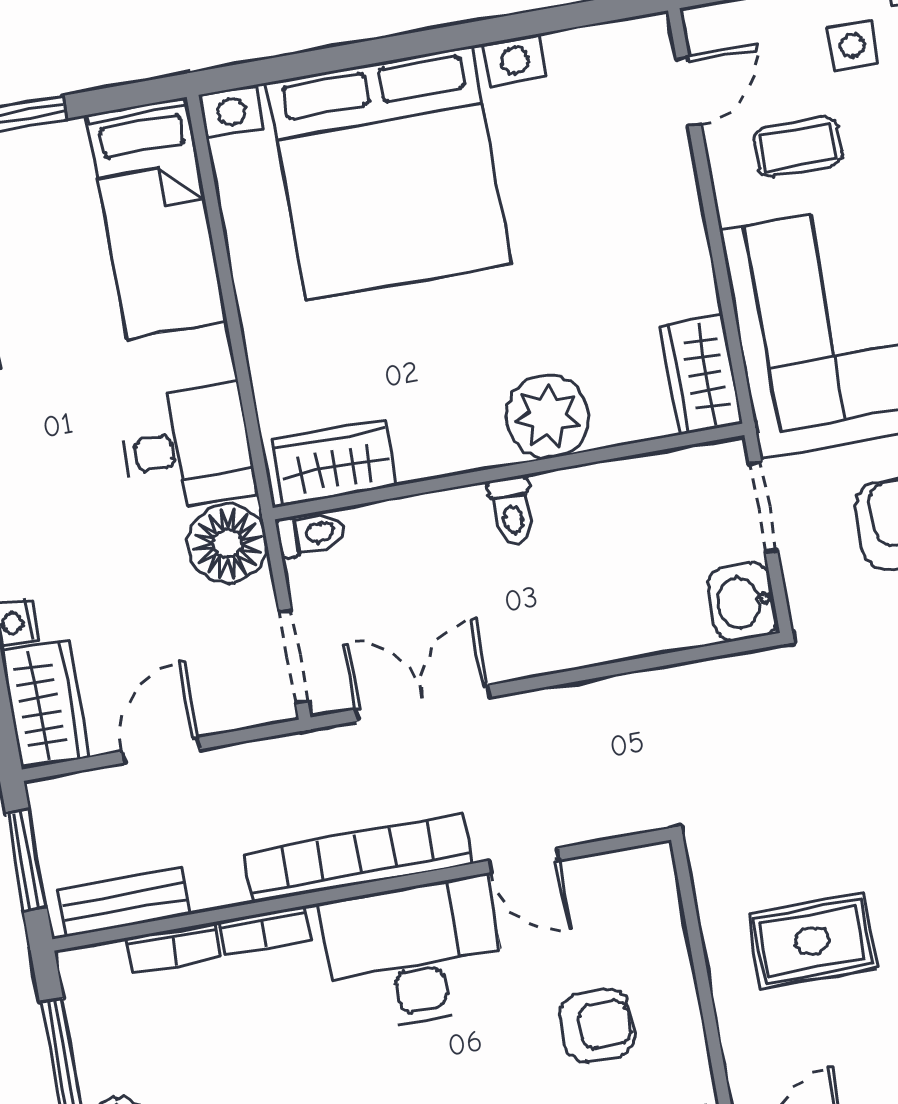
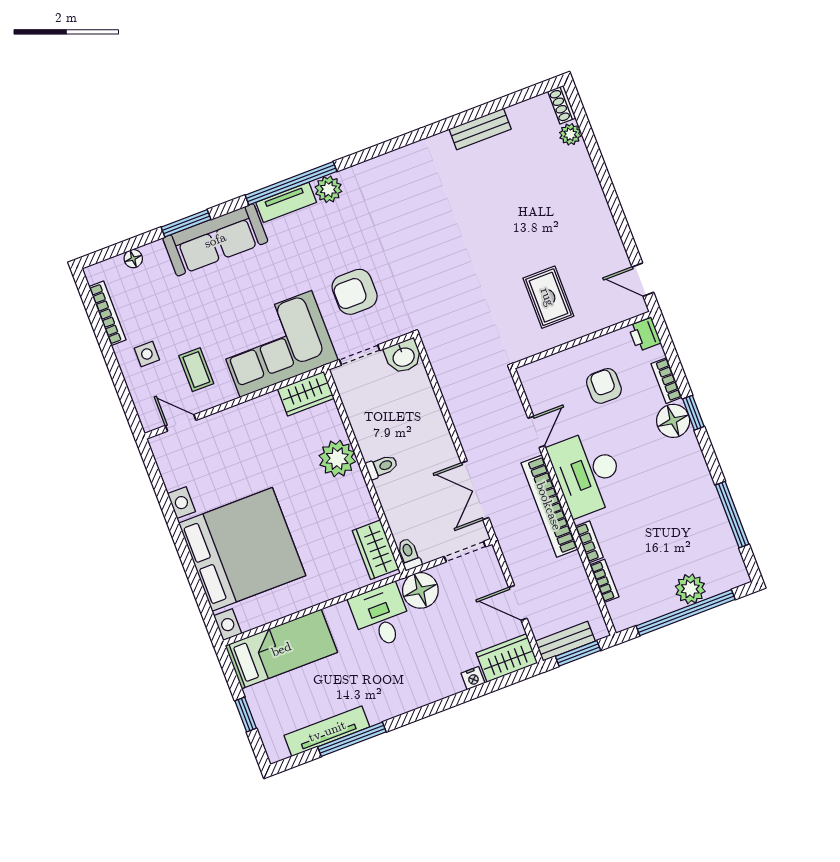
bench: (124, 902) -> (565, 641), moved, turned 90

